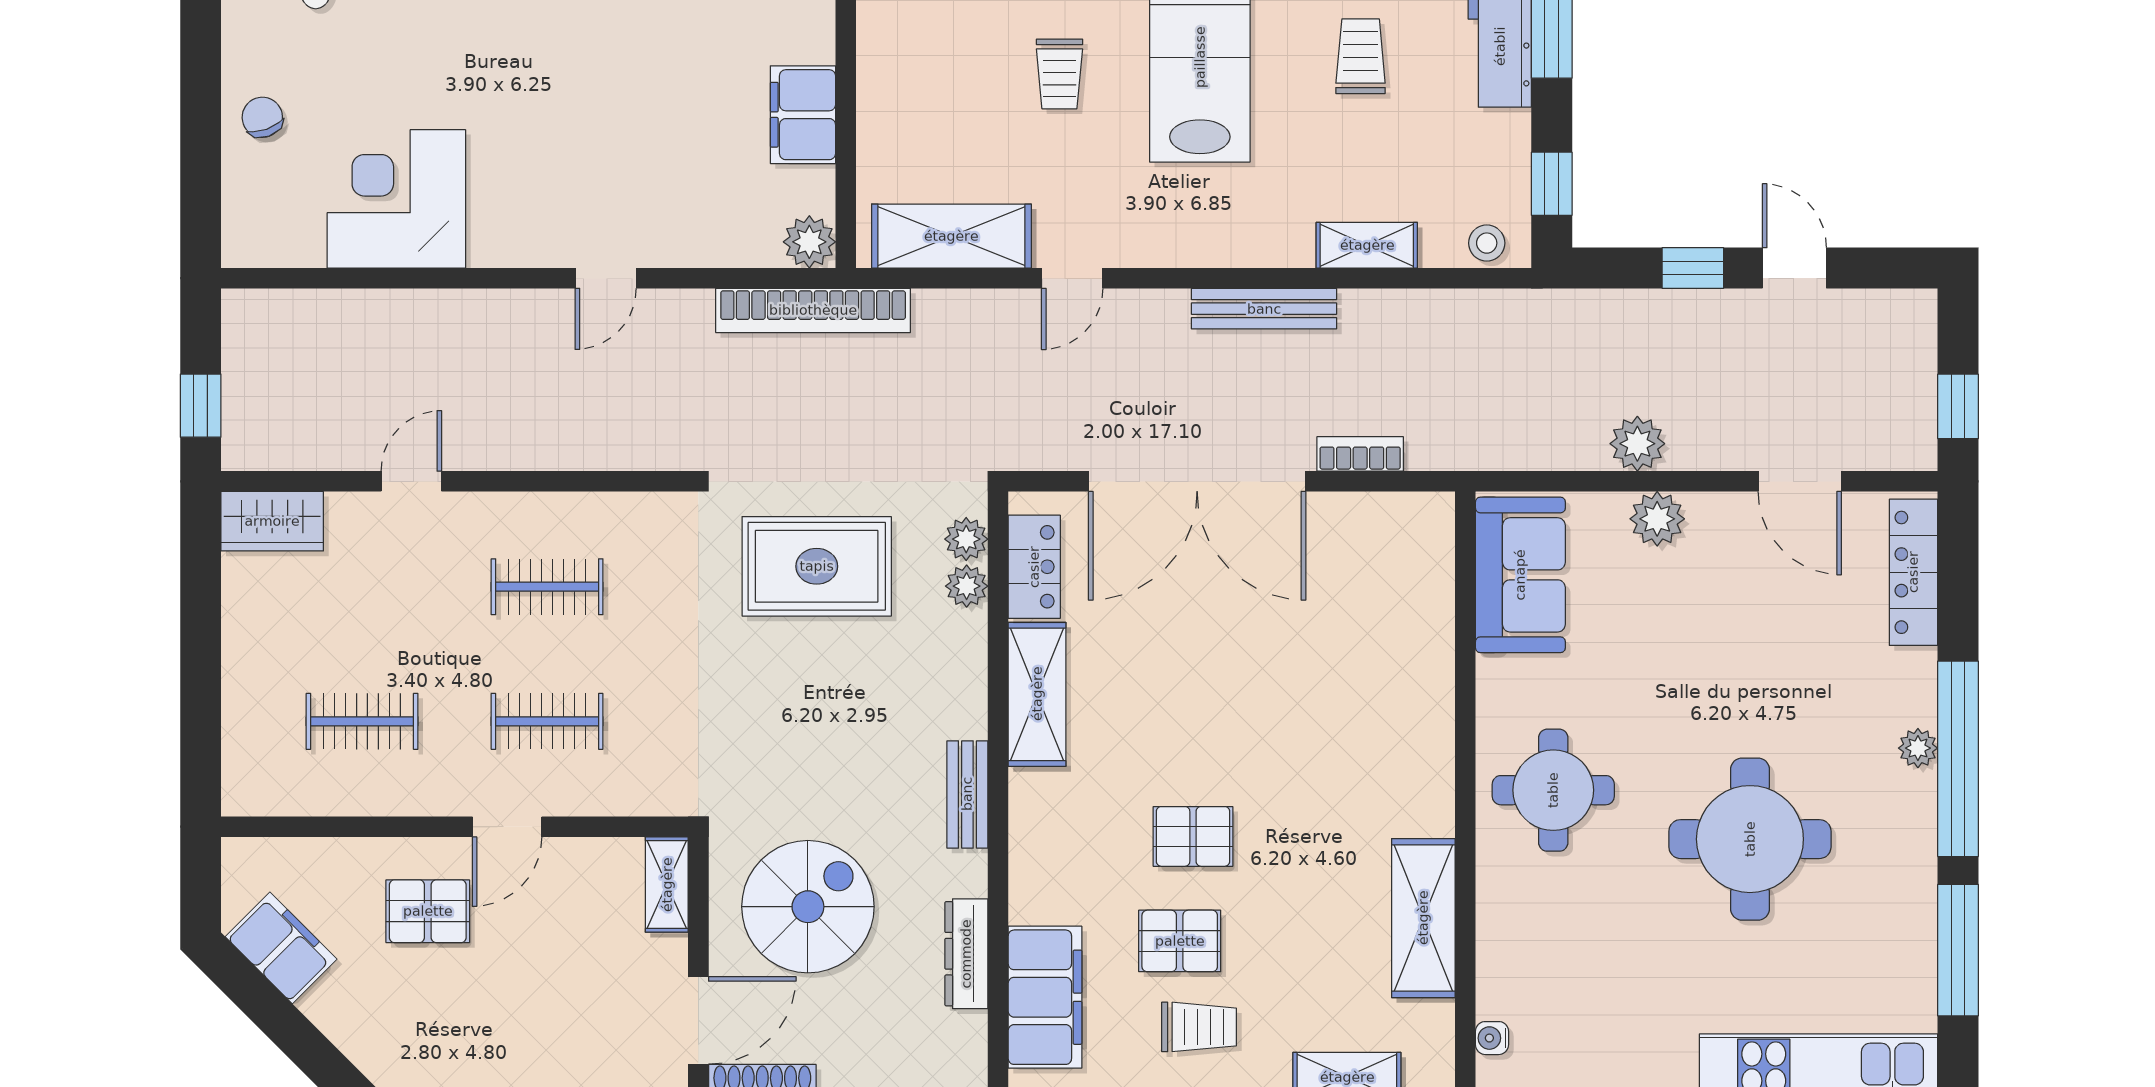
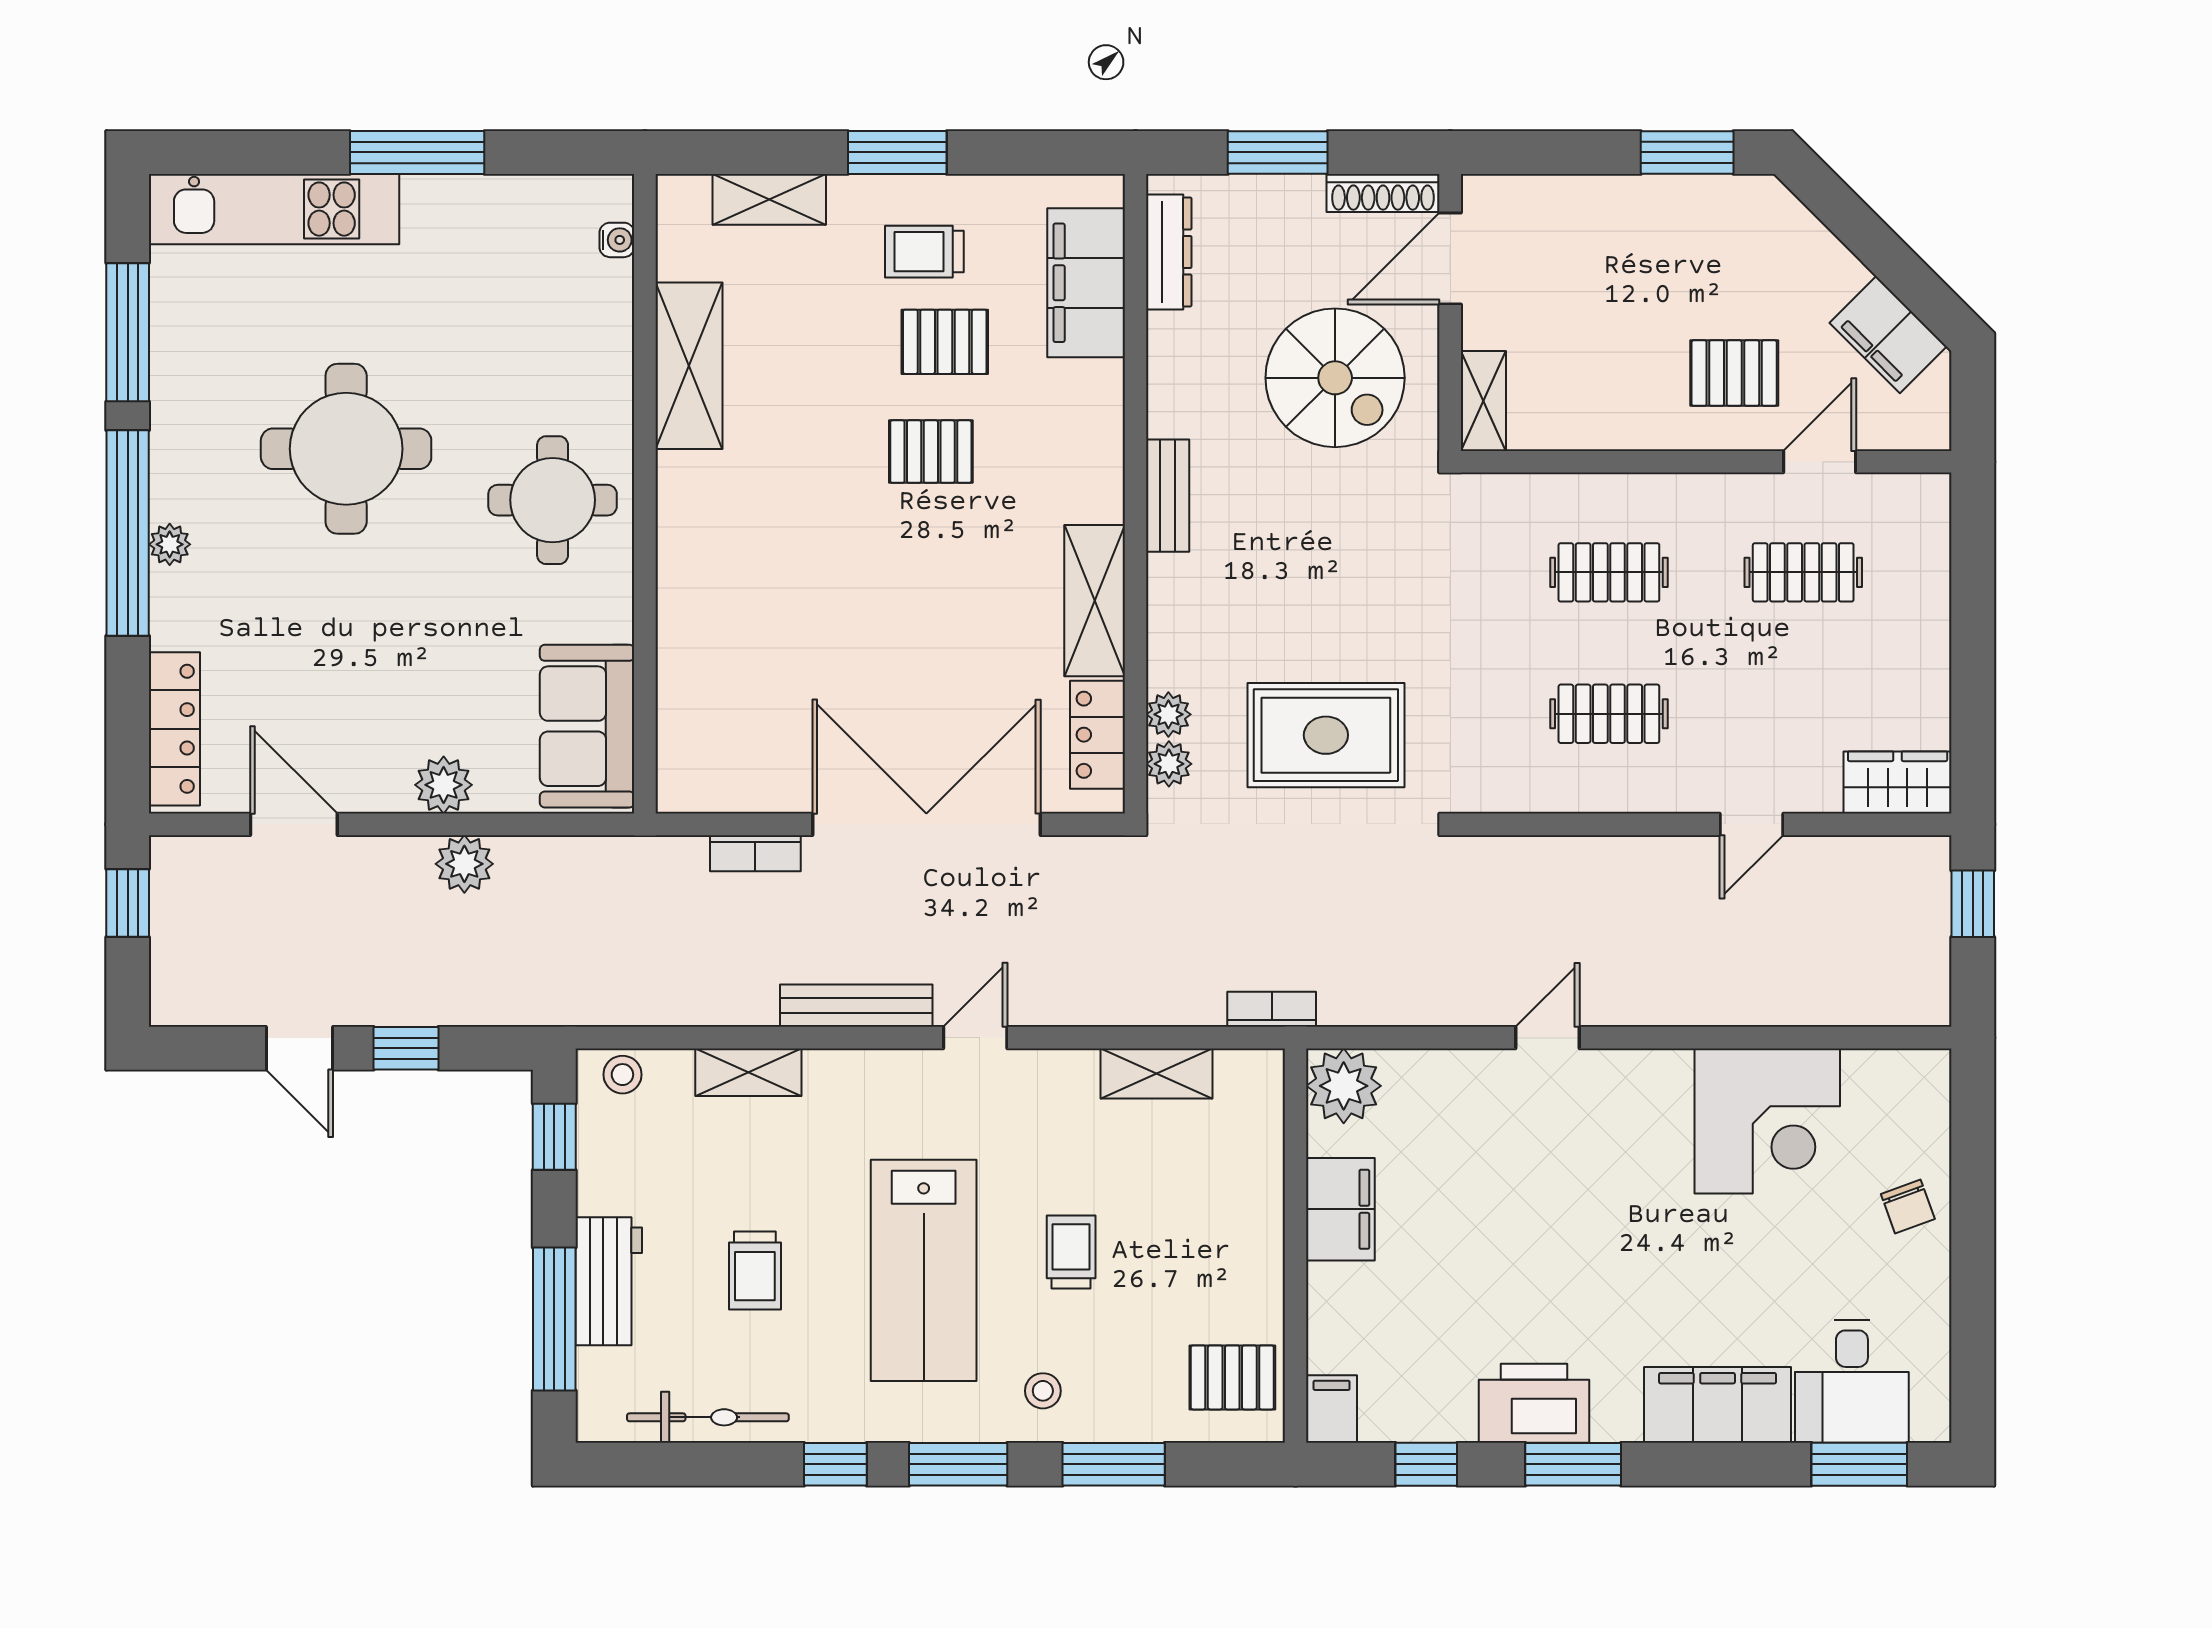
shelving: (951, 236) -> (1156, 1073), width x0.67, depth x0.75
plant: (809, 242) -> (1344, 1086), width x1.36, depth x1.36
door: (1072, 278) -> (975, 1038), moved
bookcase: (813, 310) -> (1272, 1009), width x0.43, depth x0.76
door: (507, 827) -> (1820, 462), moved
spiral stairs: (808, 907) -> (1335, 378), turned -90
dresser: (966, 954) -> (1169, 252), moved

